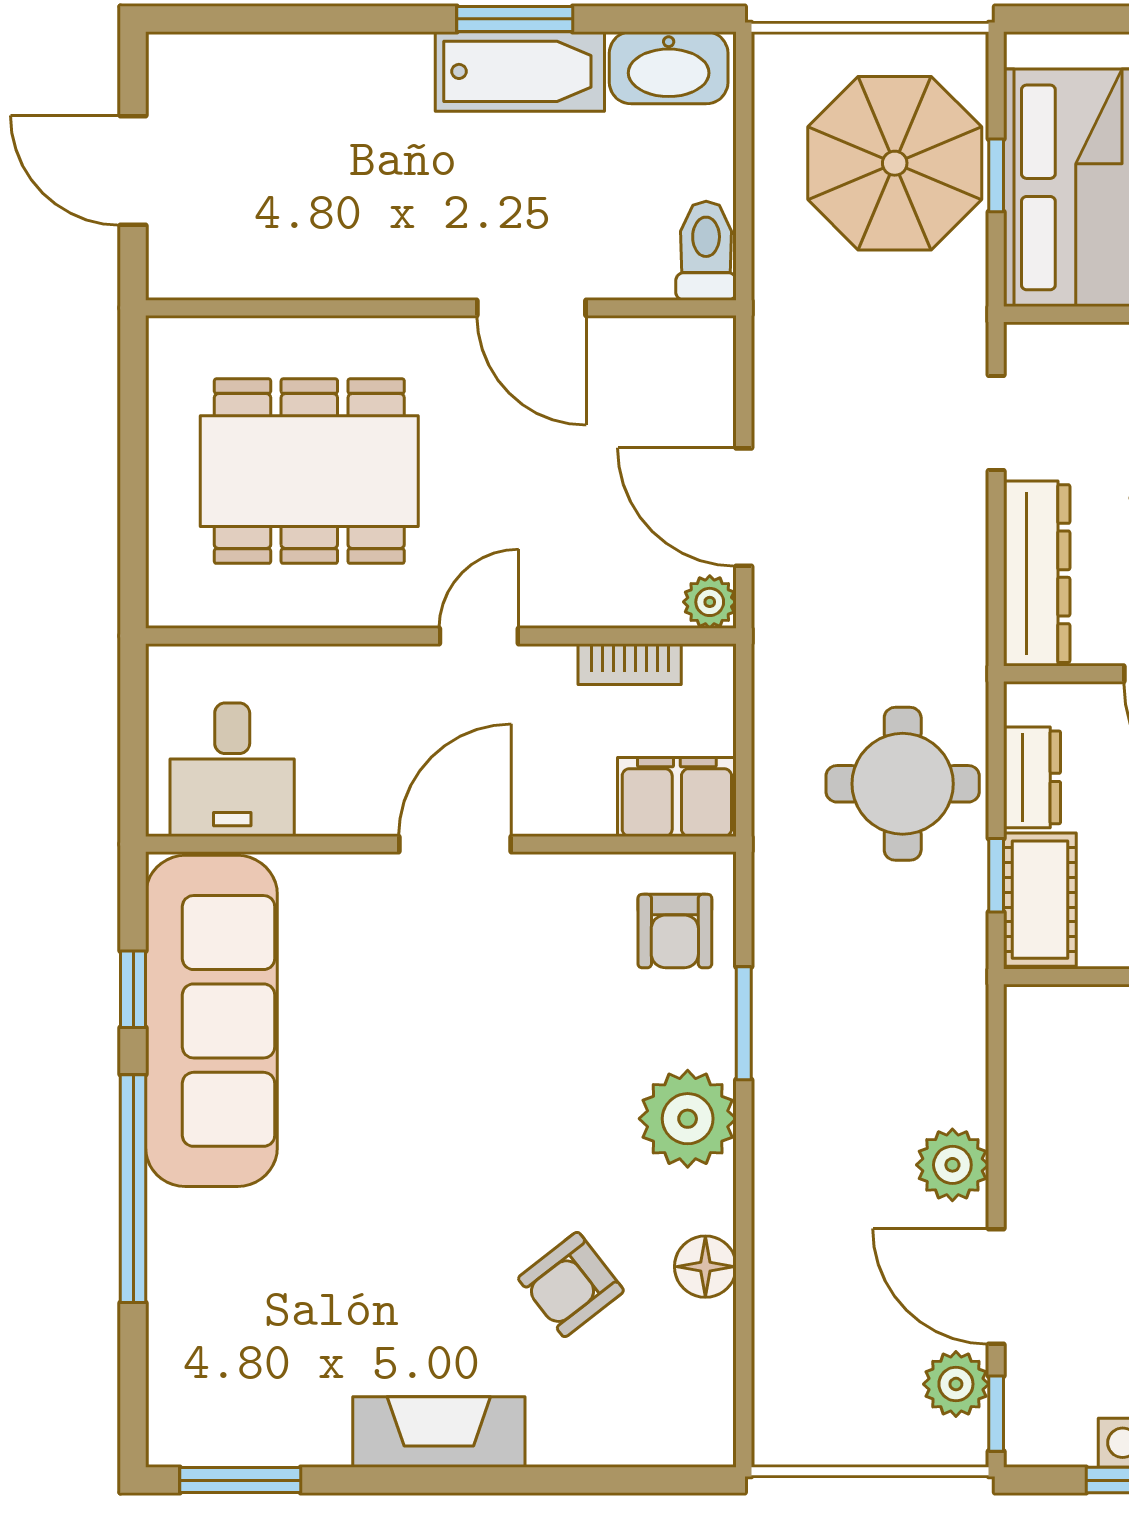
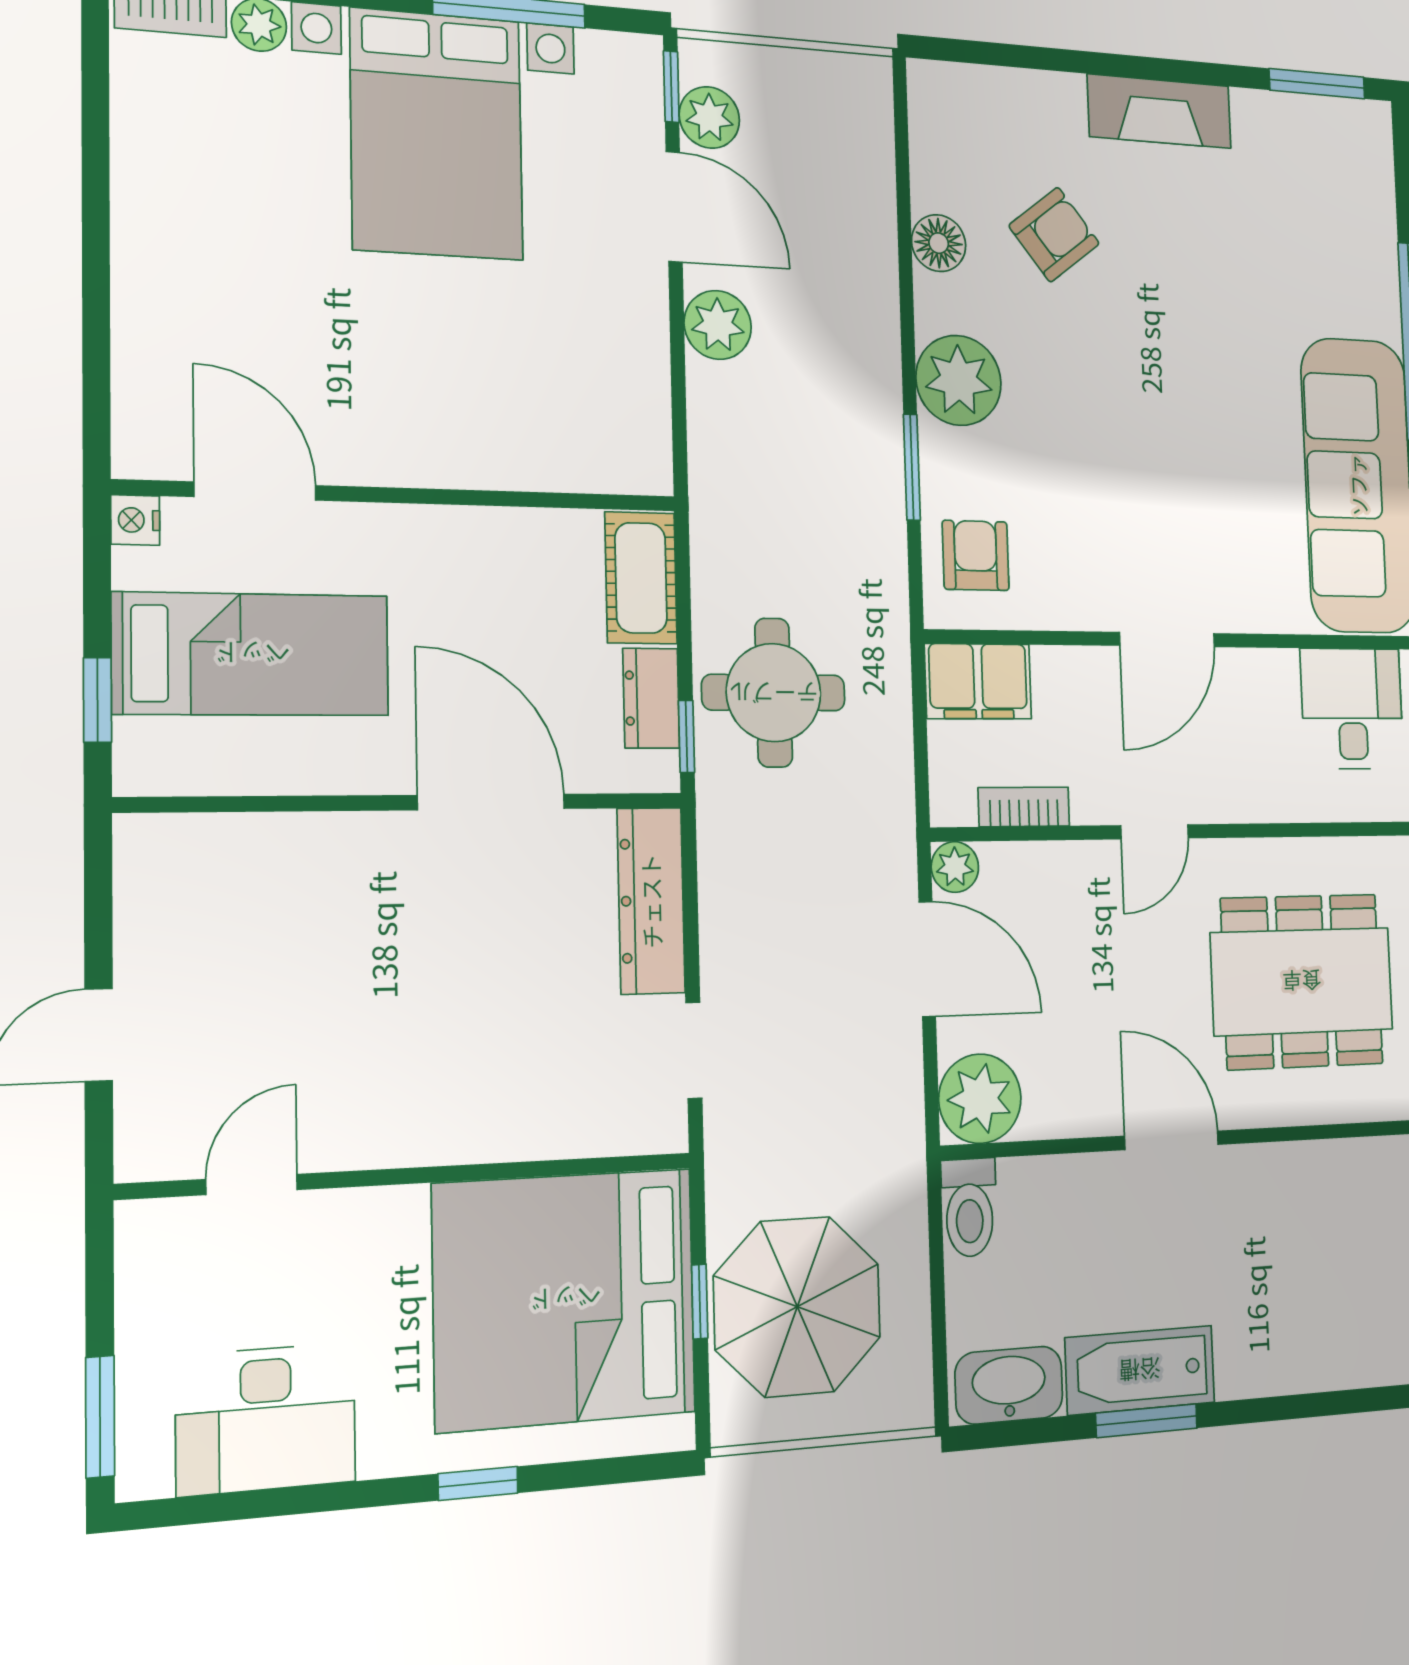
door: (531, 308) -> (1171, 1140), moved
plant: (690, 361) -> (980, 1099), added
window: (996, 875) -> (687, 737), moved

